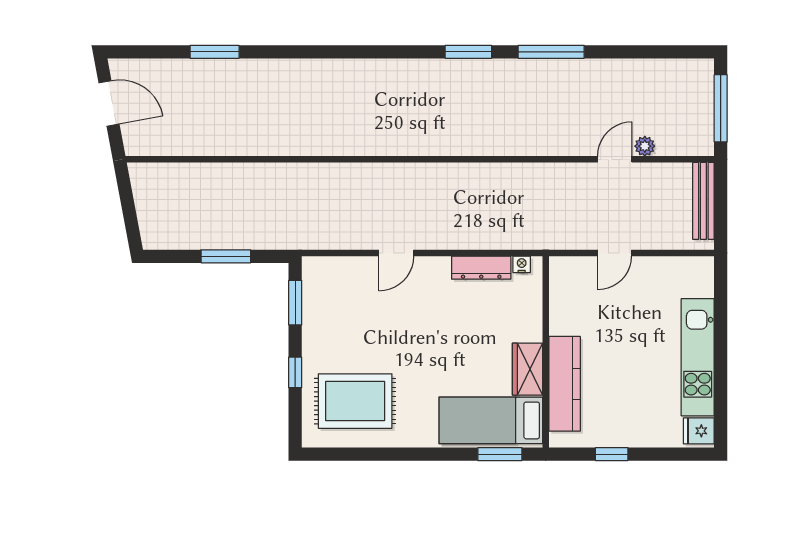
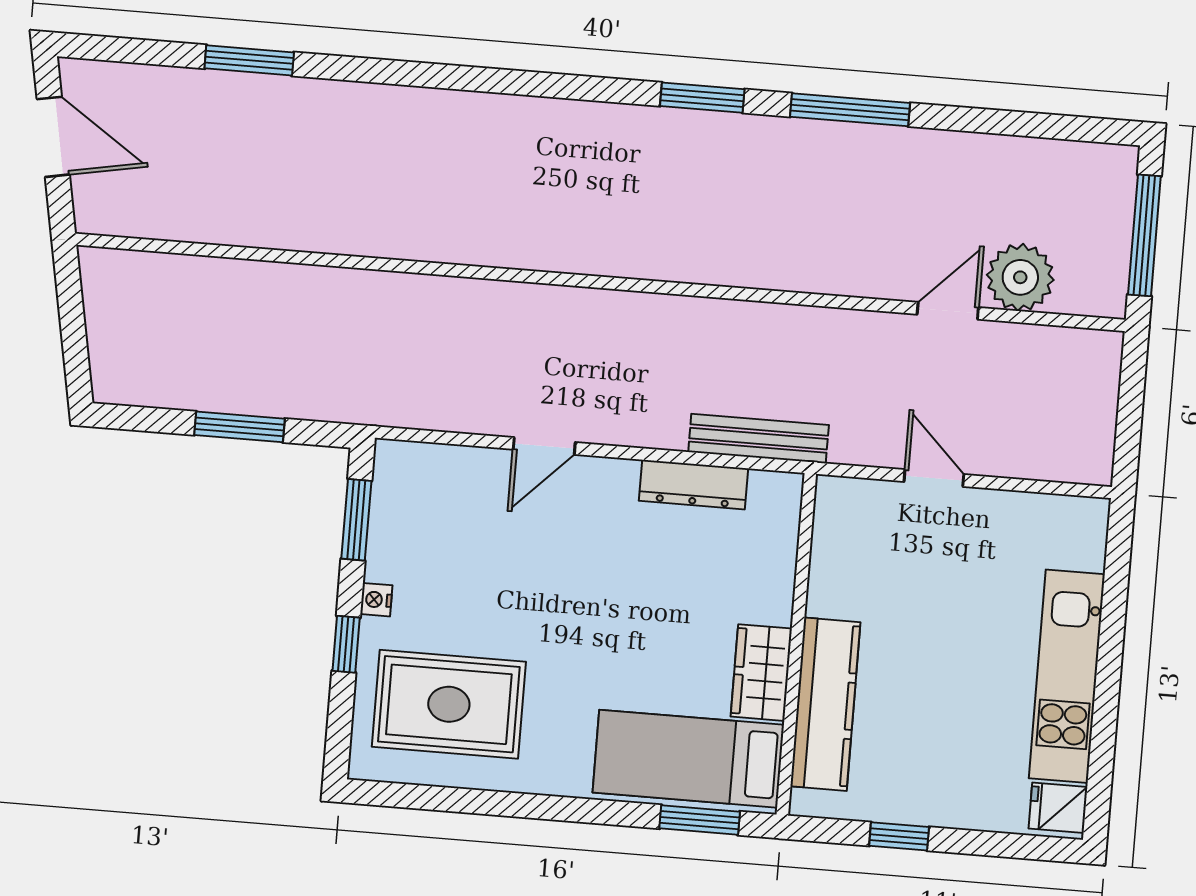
plant: (645, 146) -> (1020, 277), width x1.87, depth x1.87
bench: (703, 201) -> (759, 439), moved, turned 90
door: (615, 253) -> (934, 478), swing flipped
nightstand: (522, 264) -> (376, 600), moved, turned -90

